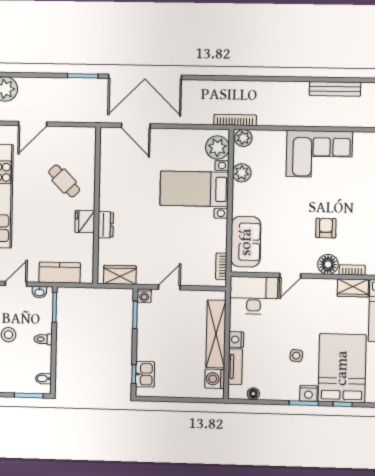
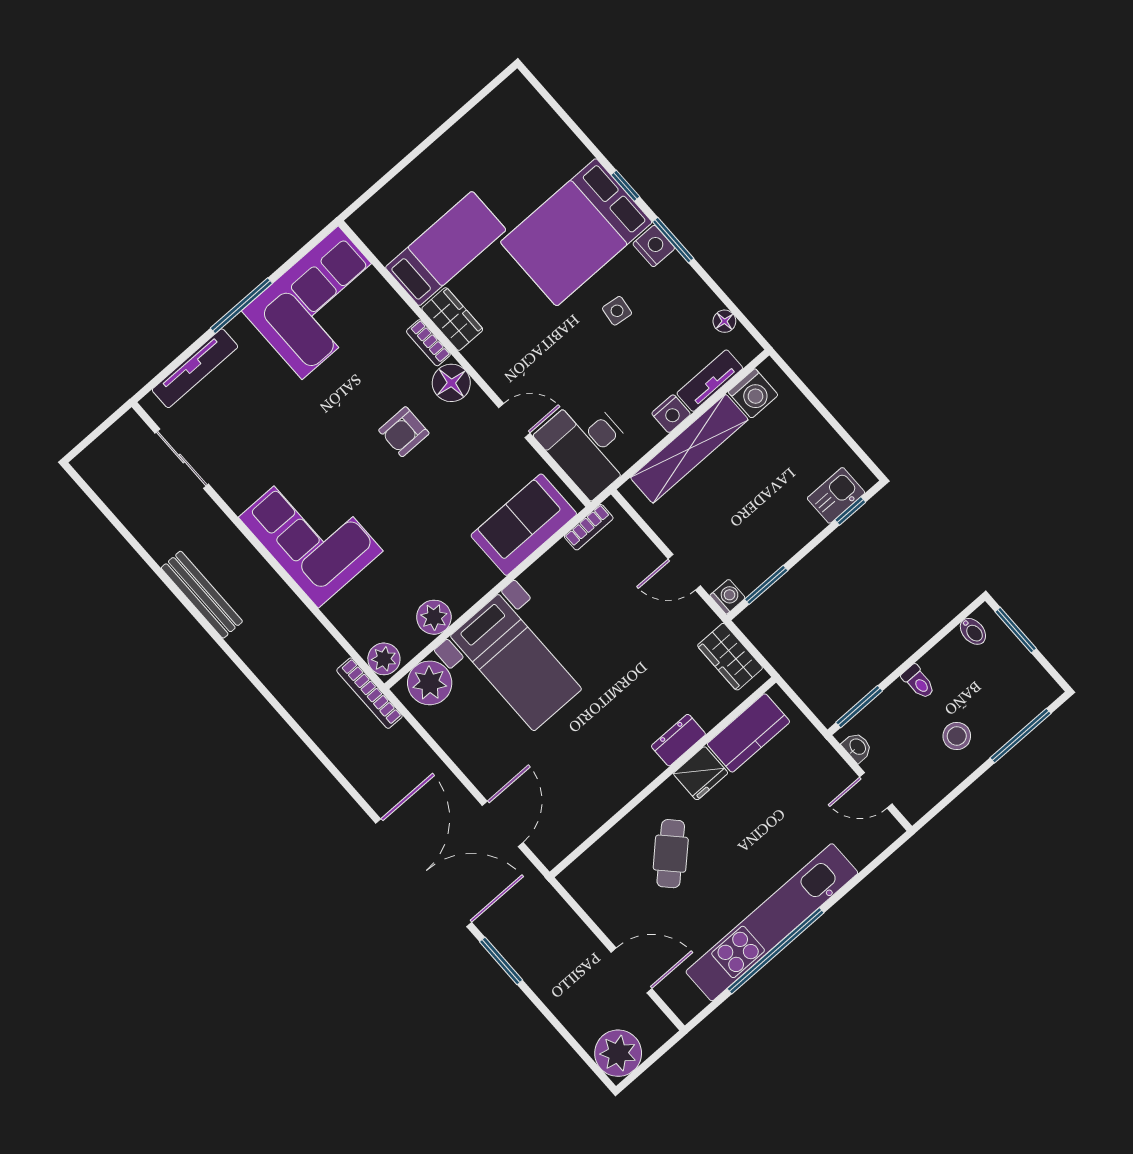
kitchen counter: (60, 273) -> (748, 733), moved, turned -90

